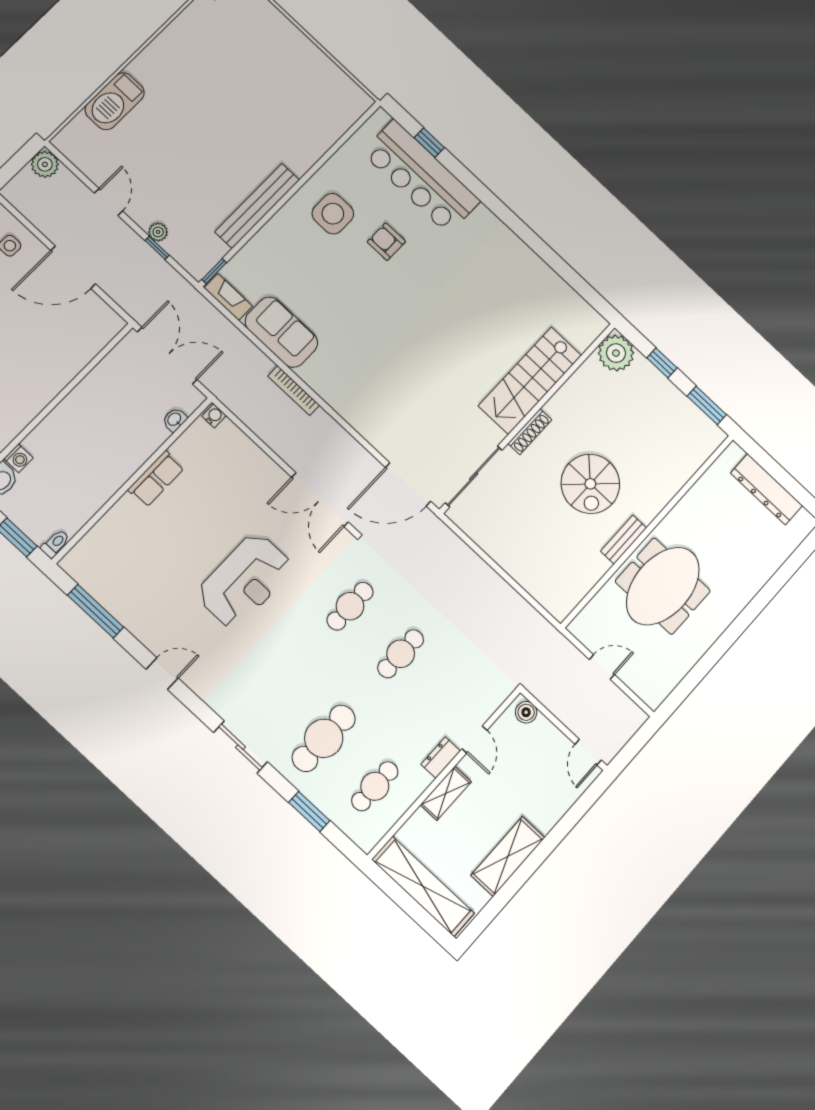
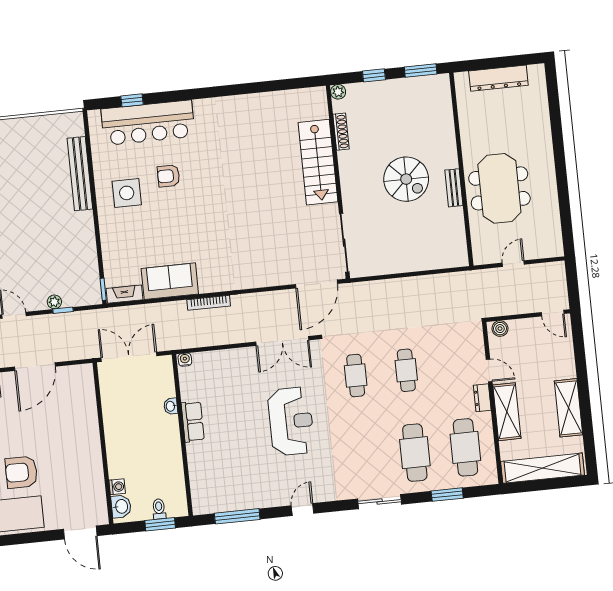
bench: (257, 206) -> (80, 174), moved
plant: (616, 353) -> (338, 92), width x0.53, depth x0.53
washbasin: (175, 420) -> (171, 406), moved
shoe rack: (530, 432) -> (341, 132), moved
toilet: (55, 544) -> (159, 509), moved
cafe table: (375, 786) -> (465, 447), width x1.37, depth x1.35
shelving: (446, 793) -> (507, 412), width x1.50, depth x1.33

